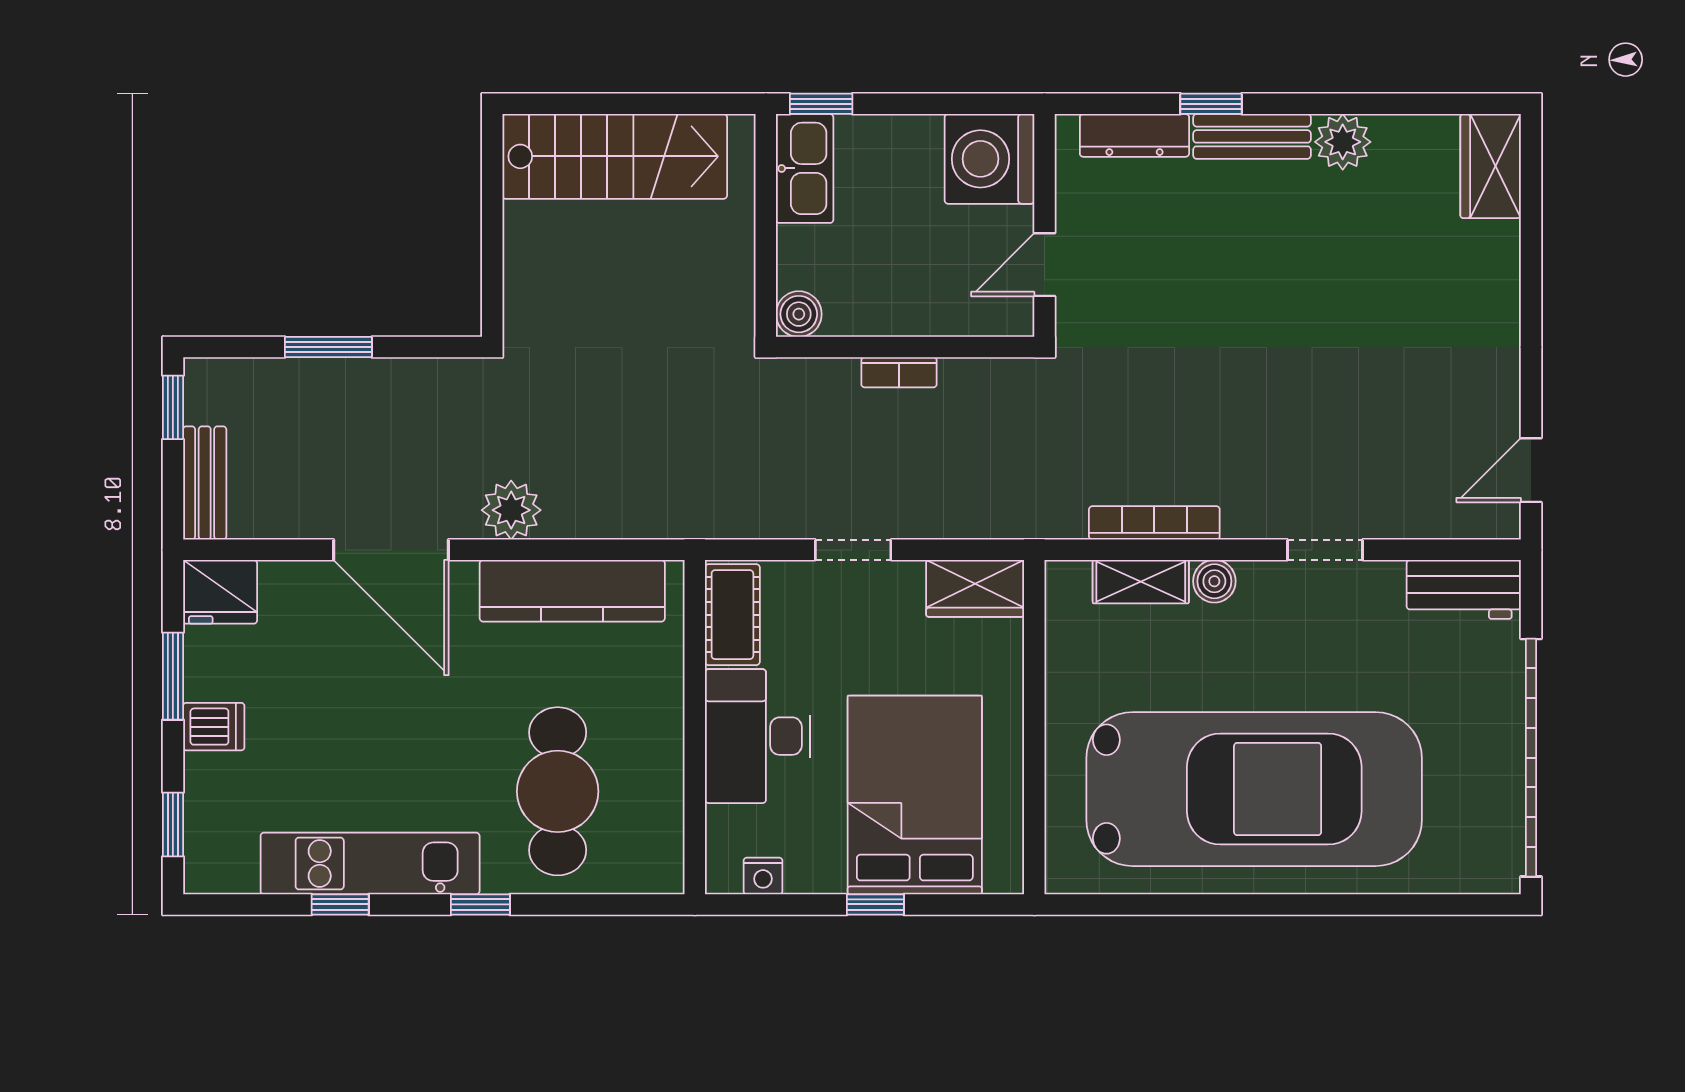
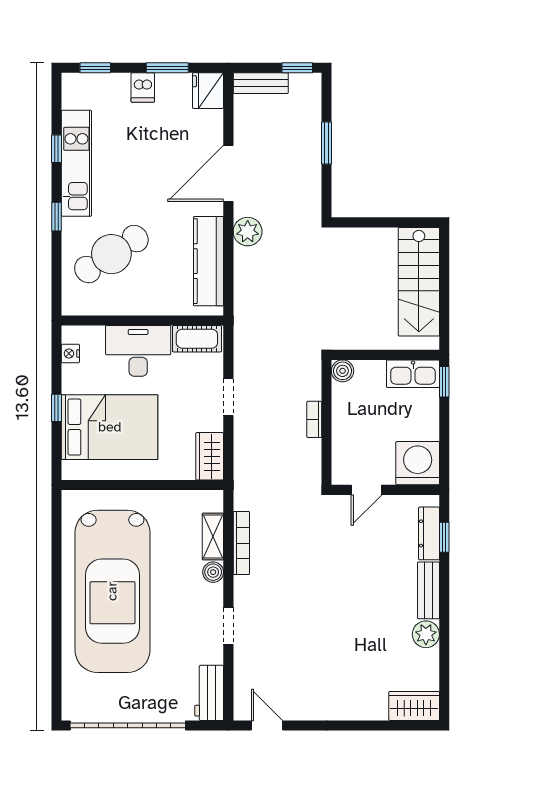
window: (1211, 104) -> (444, 537), moved
door: (1044, 265) -> (366, 490), swing flipped
cafe table: (558, 791) -> (111, 254), turned -33

